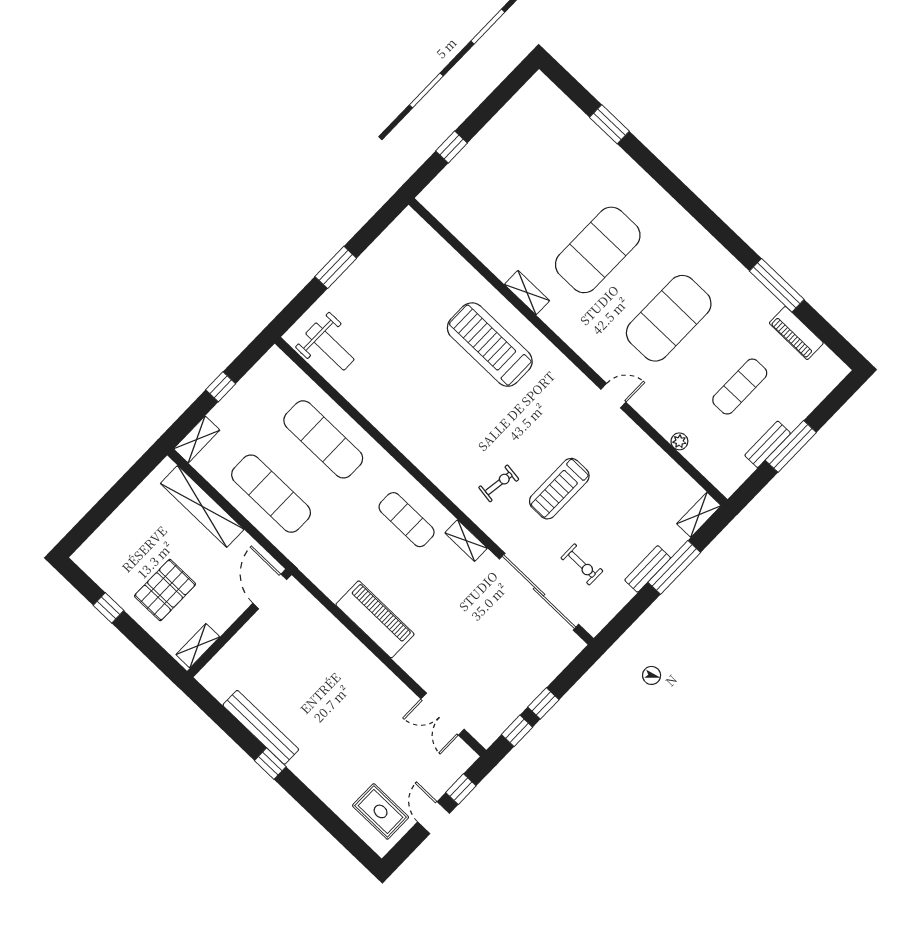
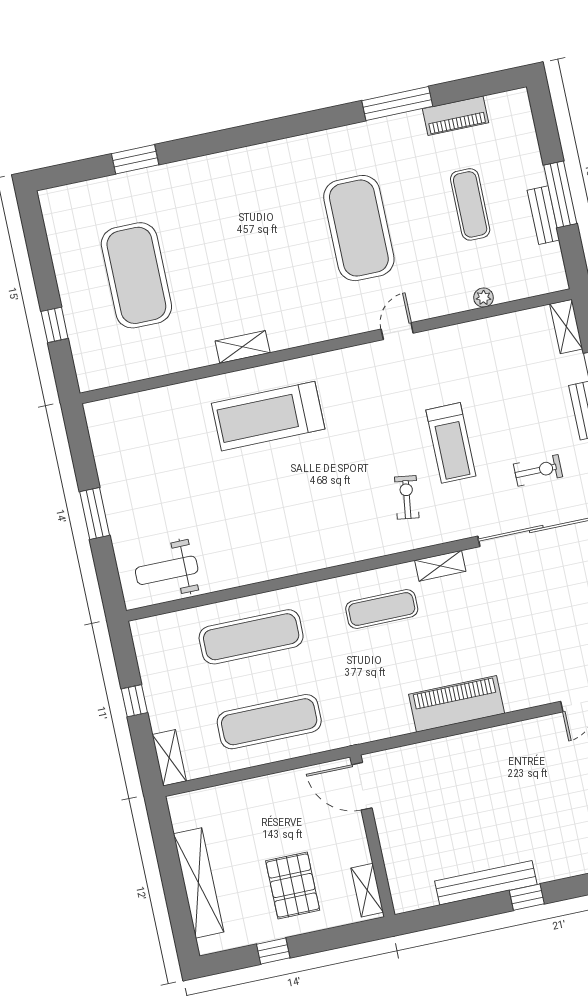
exercise mat: (598, 250) -> (136, 275), moved
weight bench: (330, 347) -> (167, 570), turned 180
shelving: (202, 506) -> (199, 883), moved, turned 90

